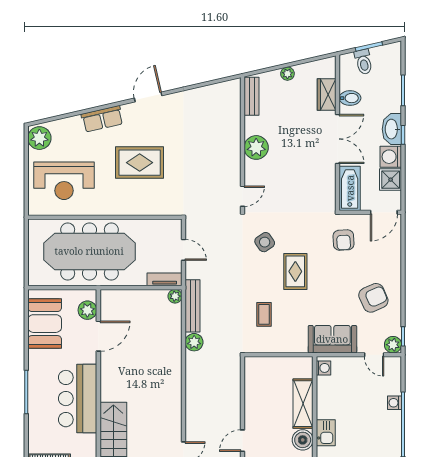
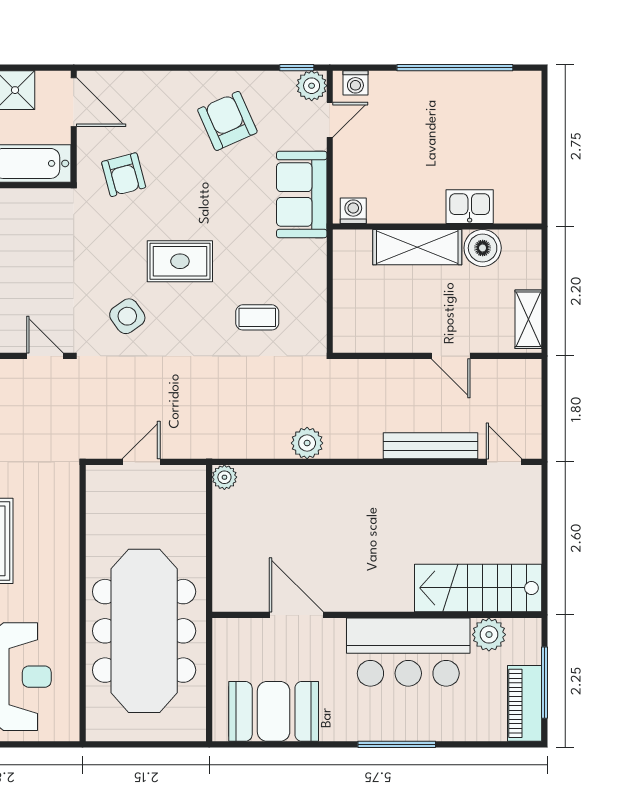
armchair: (343, 240) -> (124, 175), turned 78
tv unit: (165, 279) -> (194, 496), removed
bench: (193, 306) -> (431, 446), moved
plant: (87, 310) -> (489, 635), moved
washing machine: (395, 403) -> (355, 83), moved
door: (243, 441) -> (451, 356), moved

